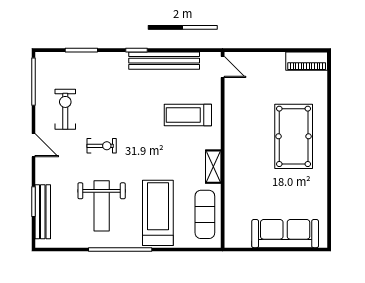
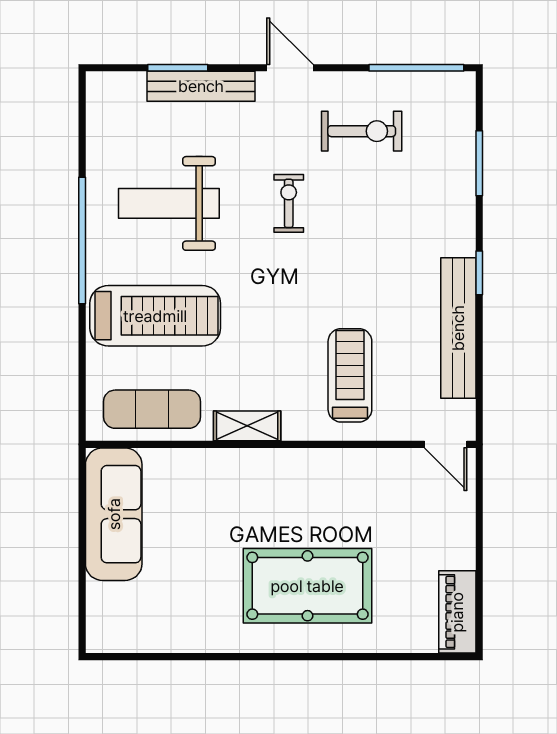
door: (223, 67) -> (446, 444), hinge flipped
door: (33, 145) -> (290, 68), swing flipped
exercise bike: (102, 146) -> (289, 203), turned 180
bench: (43, 212) -> (201, 86), moved
sofa: (285, 234) -> (114, 514), moved

